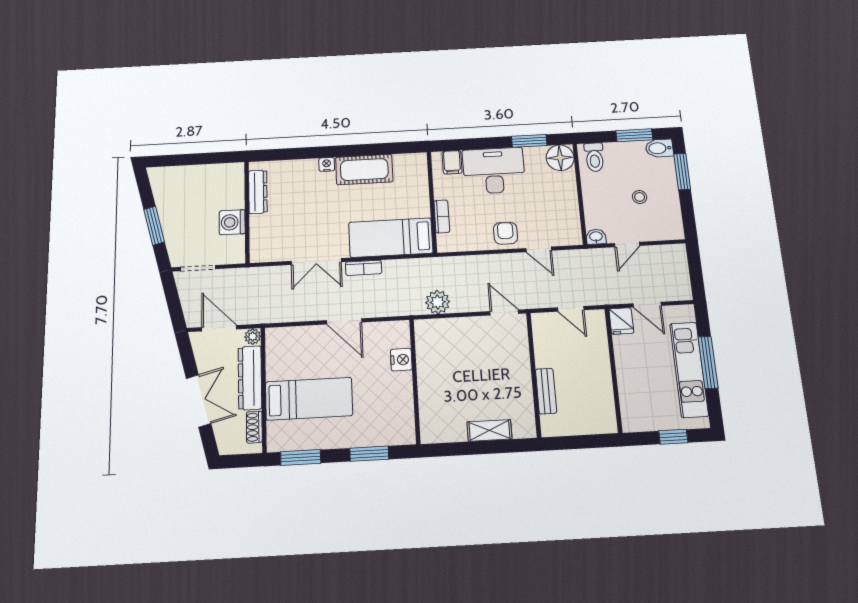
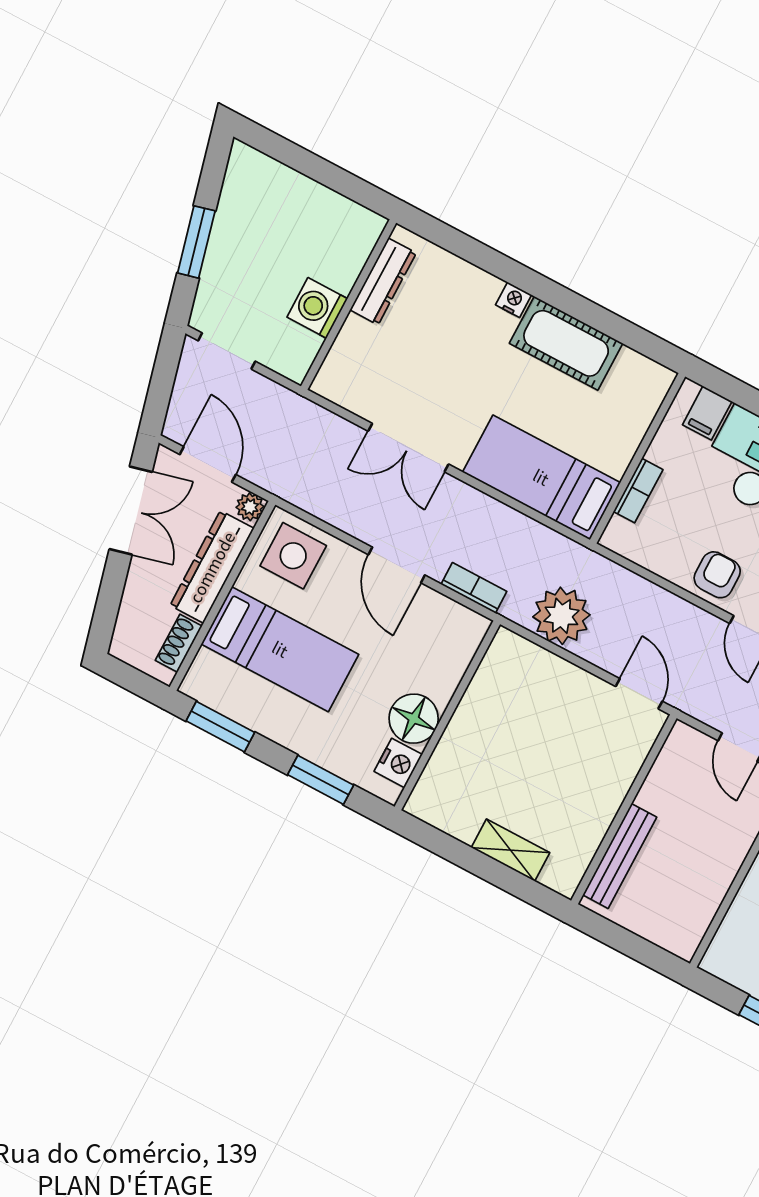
bookcase: (364, 268) -> (474, 588), moved, turned 180
plant: (438, 302) -> (561, 616), width x1.36, depth x1.36
side table: (289, 348) -> (293, 556), added
nightstand: (401, 360) -> (398, 763), moved
bench: (546, 391) -> (620, 856), width x1.36
floor lamp: (399, 393) -> (414, 719), added
double door: (199, 401) -> (131, 511), moved

